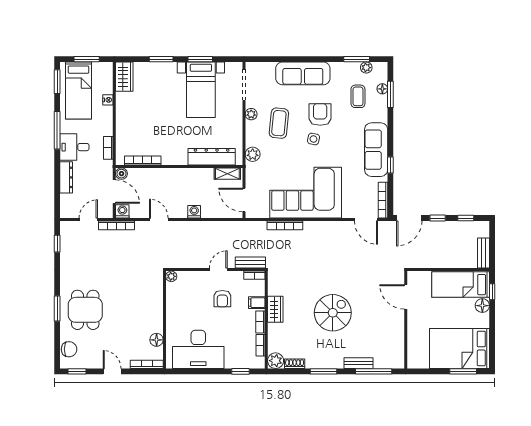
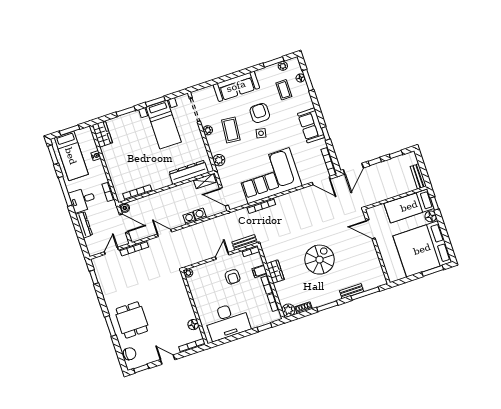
sofa: (376, 150) -> (311, 125), width x0.73
washing machine: (122, 211) -> (200, 214), moved
bed: (460, 348) -> (422, 249), width x1.36

